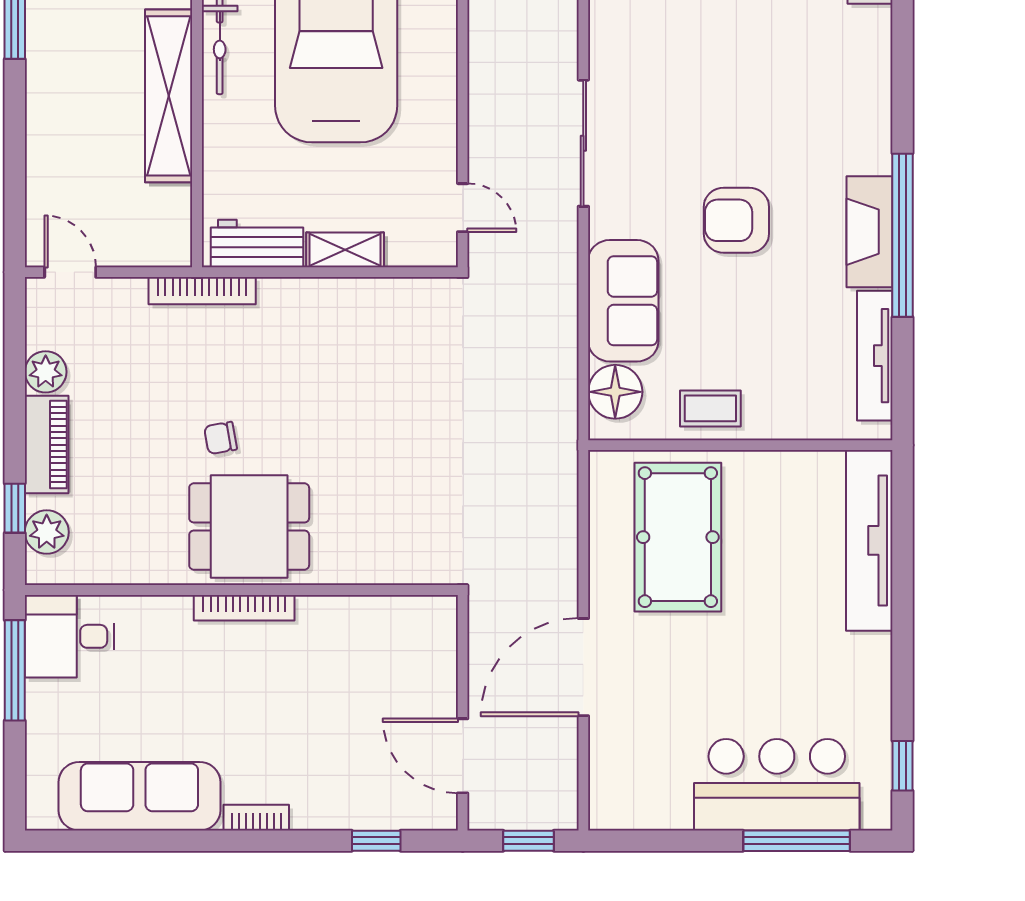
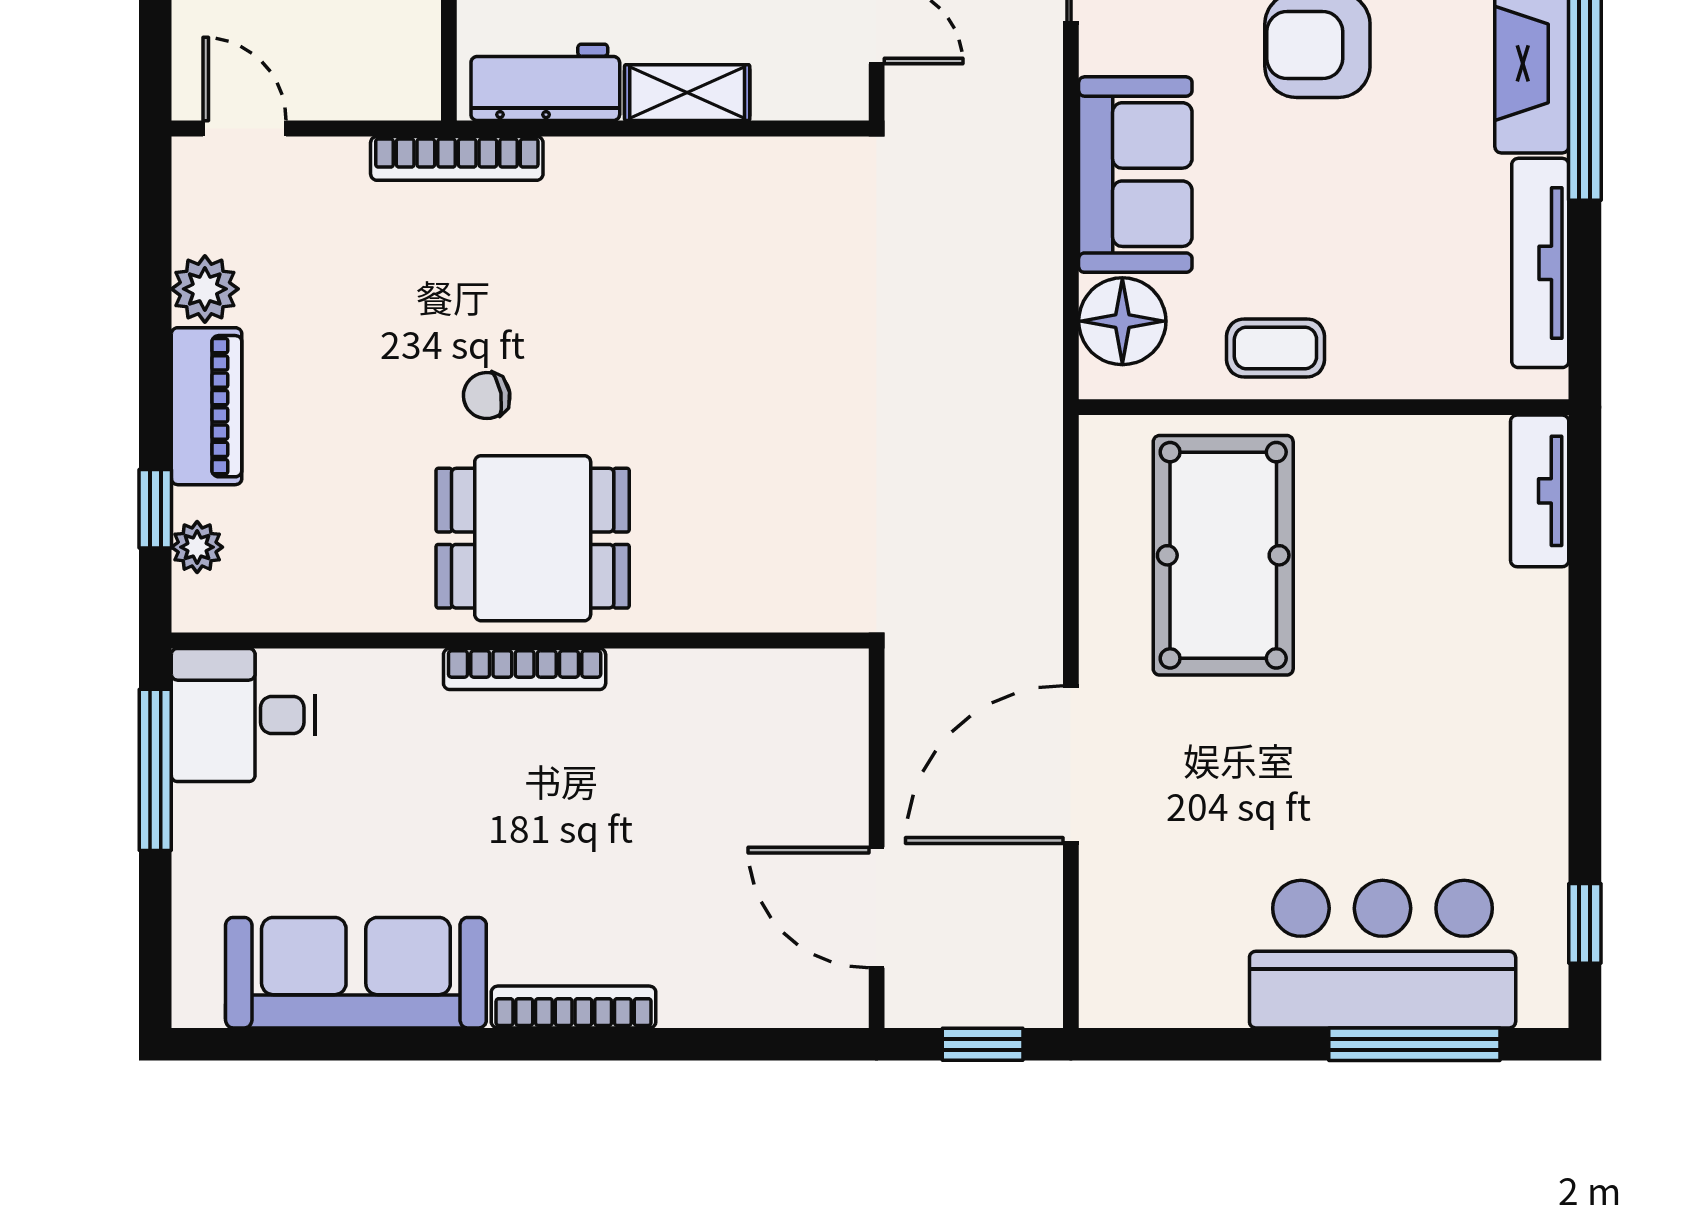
plant: (47, 532) -> (197, 547), width x0.73, depth x0.73
tv unit: (869, 540) -> (1540, 491), width x0.52, depth x0.78
bookcase: (256, 818) -> (574, 1007), width x1.56
window: (376, 841) -> (737, 1044), removed

